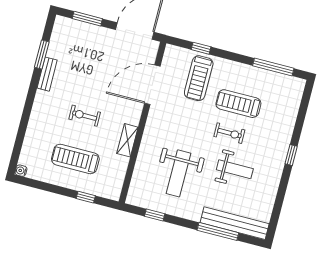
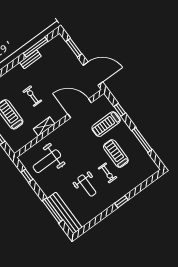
window: (42, 55) -> (36, 47), width x1.44
window: (273, 67) -> (142, 140), moved
exercise bike: (229, 133) -> (108, 173), moved
weight bench: (179, 173) -> (47, 161), moved

